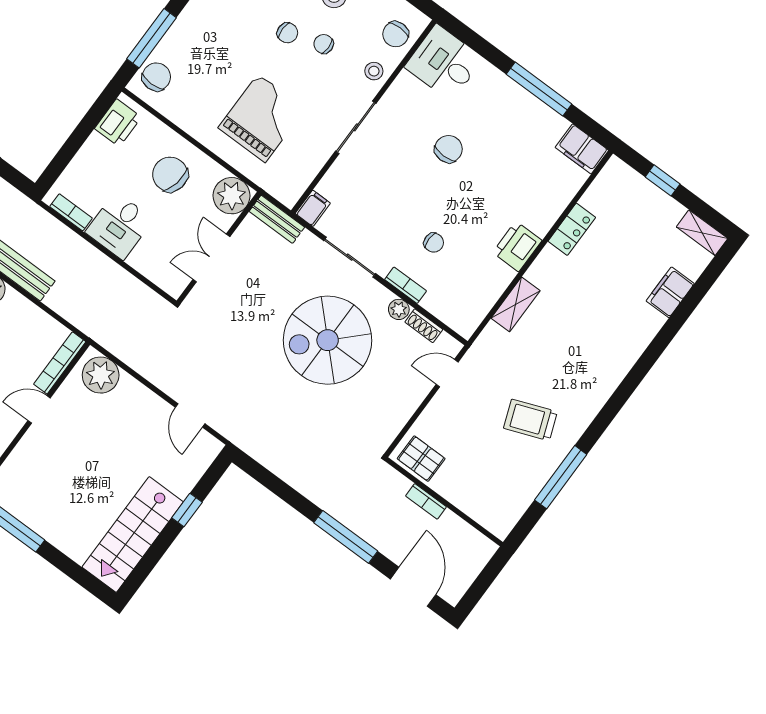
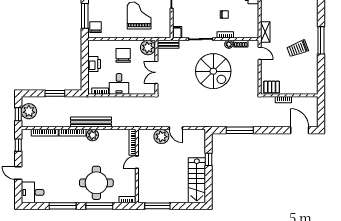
printer: (118, 123) -> (94, 64), moved
chair: (170, 174) -> (123, 55), turned 79
shelving: (516, 304) -> (265, 32), moved
spiral stairs: (328, 340) -> (213, 71), turned -90
door: (447, 373) -> (260, 53), swing flipped
plant: (101, 375) -> (161, 137), moved
door: (190, 415) -> (176, 128), moved
window: (561, 477) -> (321, 40), moved
window: (346, 537) -> (240, 130), moved

